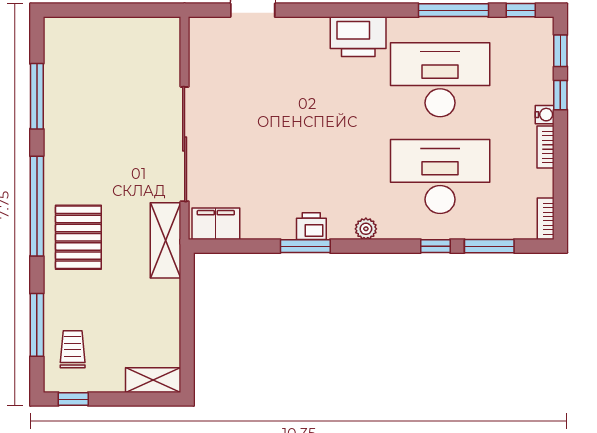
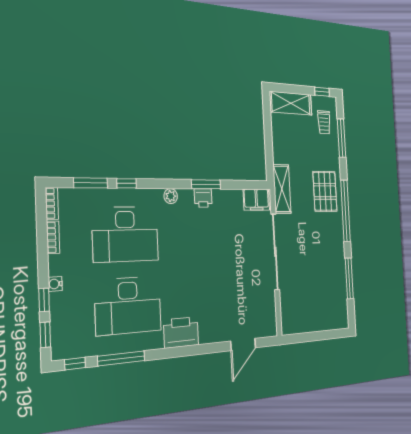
bookcase: (545, 147) -> (53, 237), moved
shelving: (153, 380) -> (291, 103), width x1.50, depth x1.33

